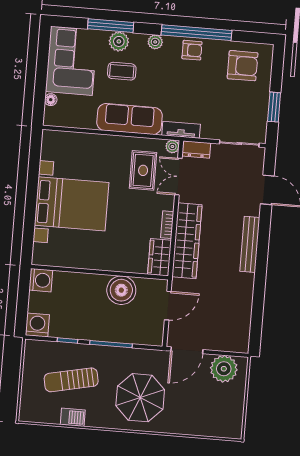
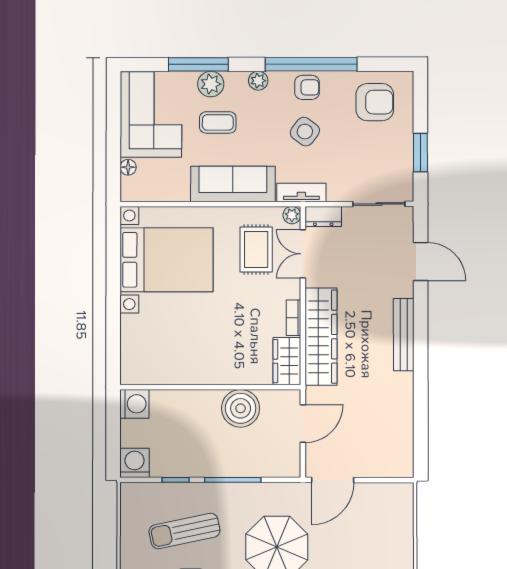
side table: (188, 84) -> (305, 132), added
bed with nightstands: (72, 204) -> (166, 260), moved
plant: (224, 369) -> (383, 500), removed

